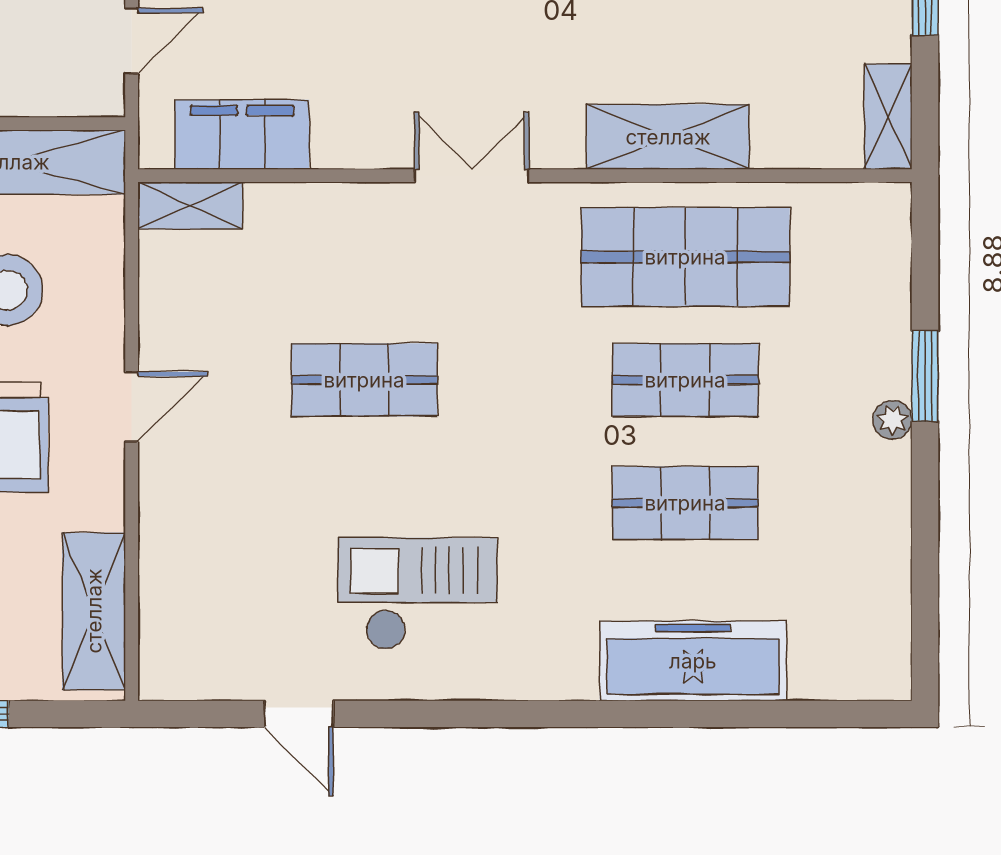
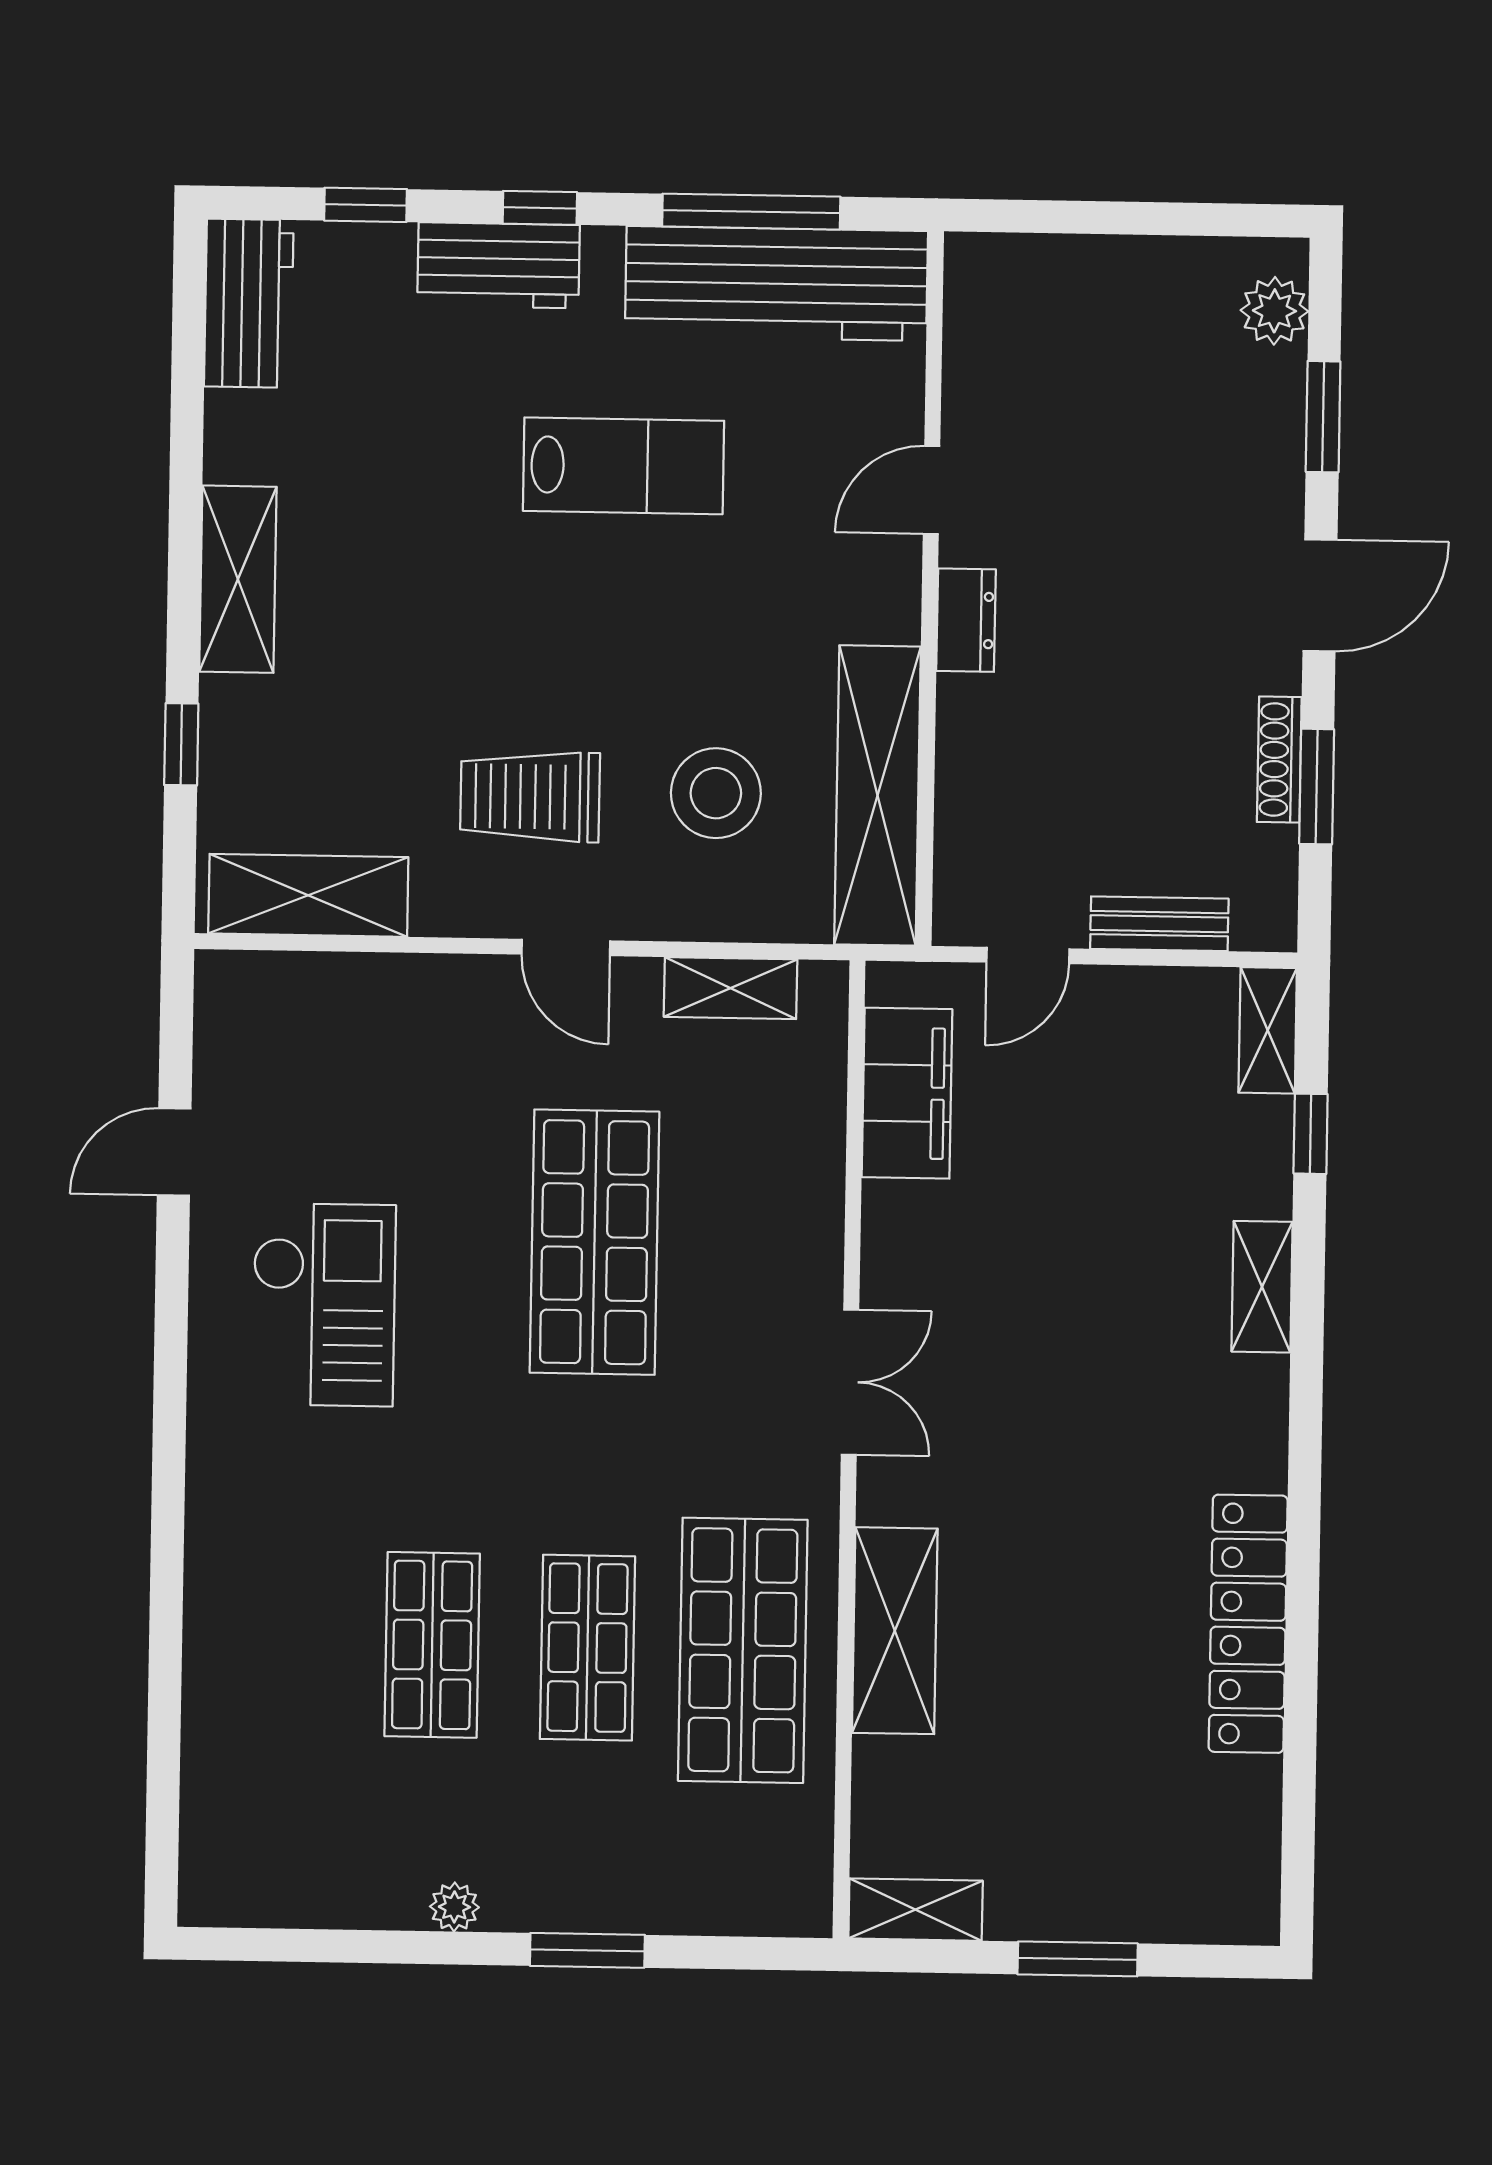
door: (132, 41) -> (1028, 956), hinge flipped
shelving: (190, 206) -> (730, 988), moved, turned 90
shop shelf: (364, 380) -> (595, 1242), width x1.43, depth x1.36
plant: (892, 420) -> (454, 1907), moved
freezer: (693, 661) -> (233, 1651), removed

